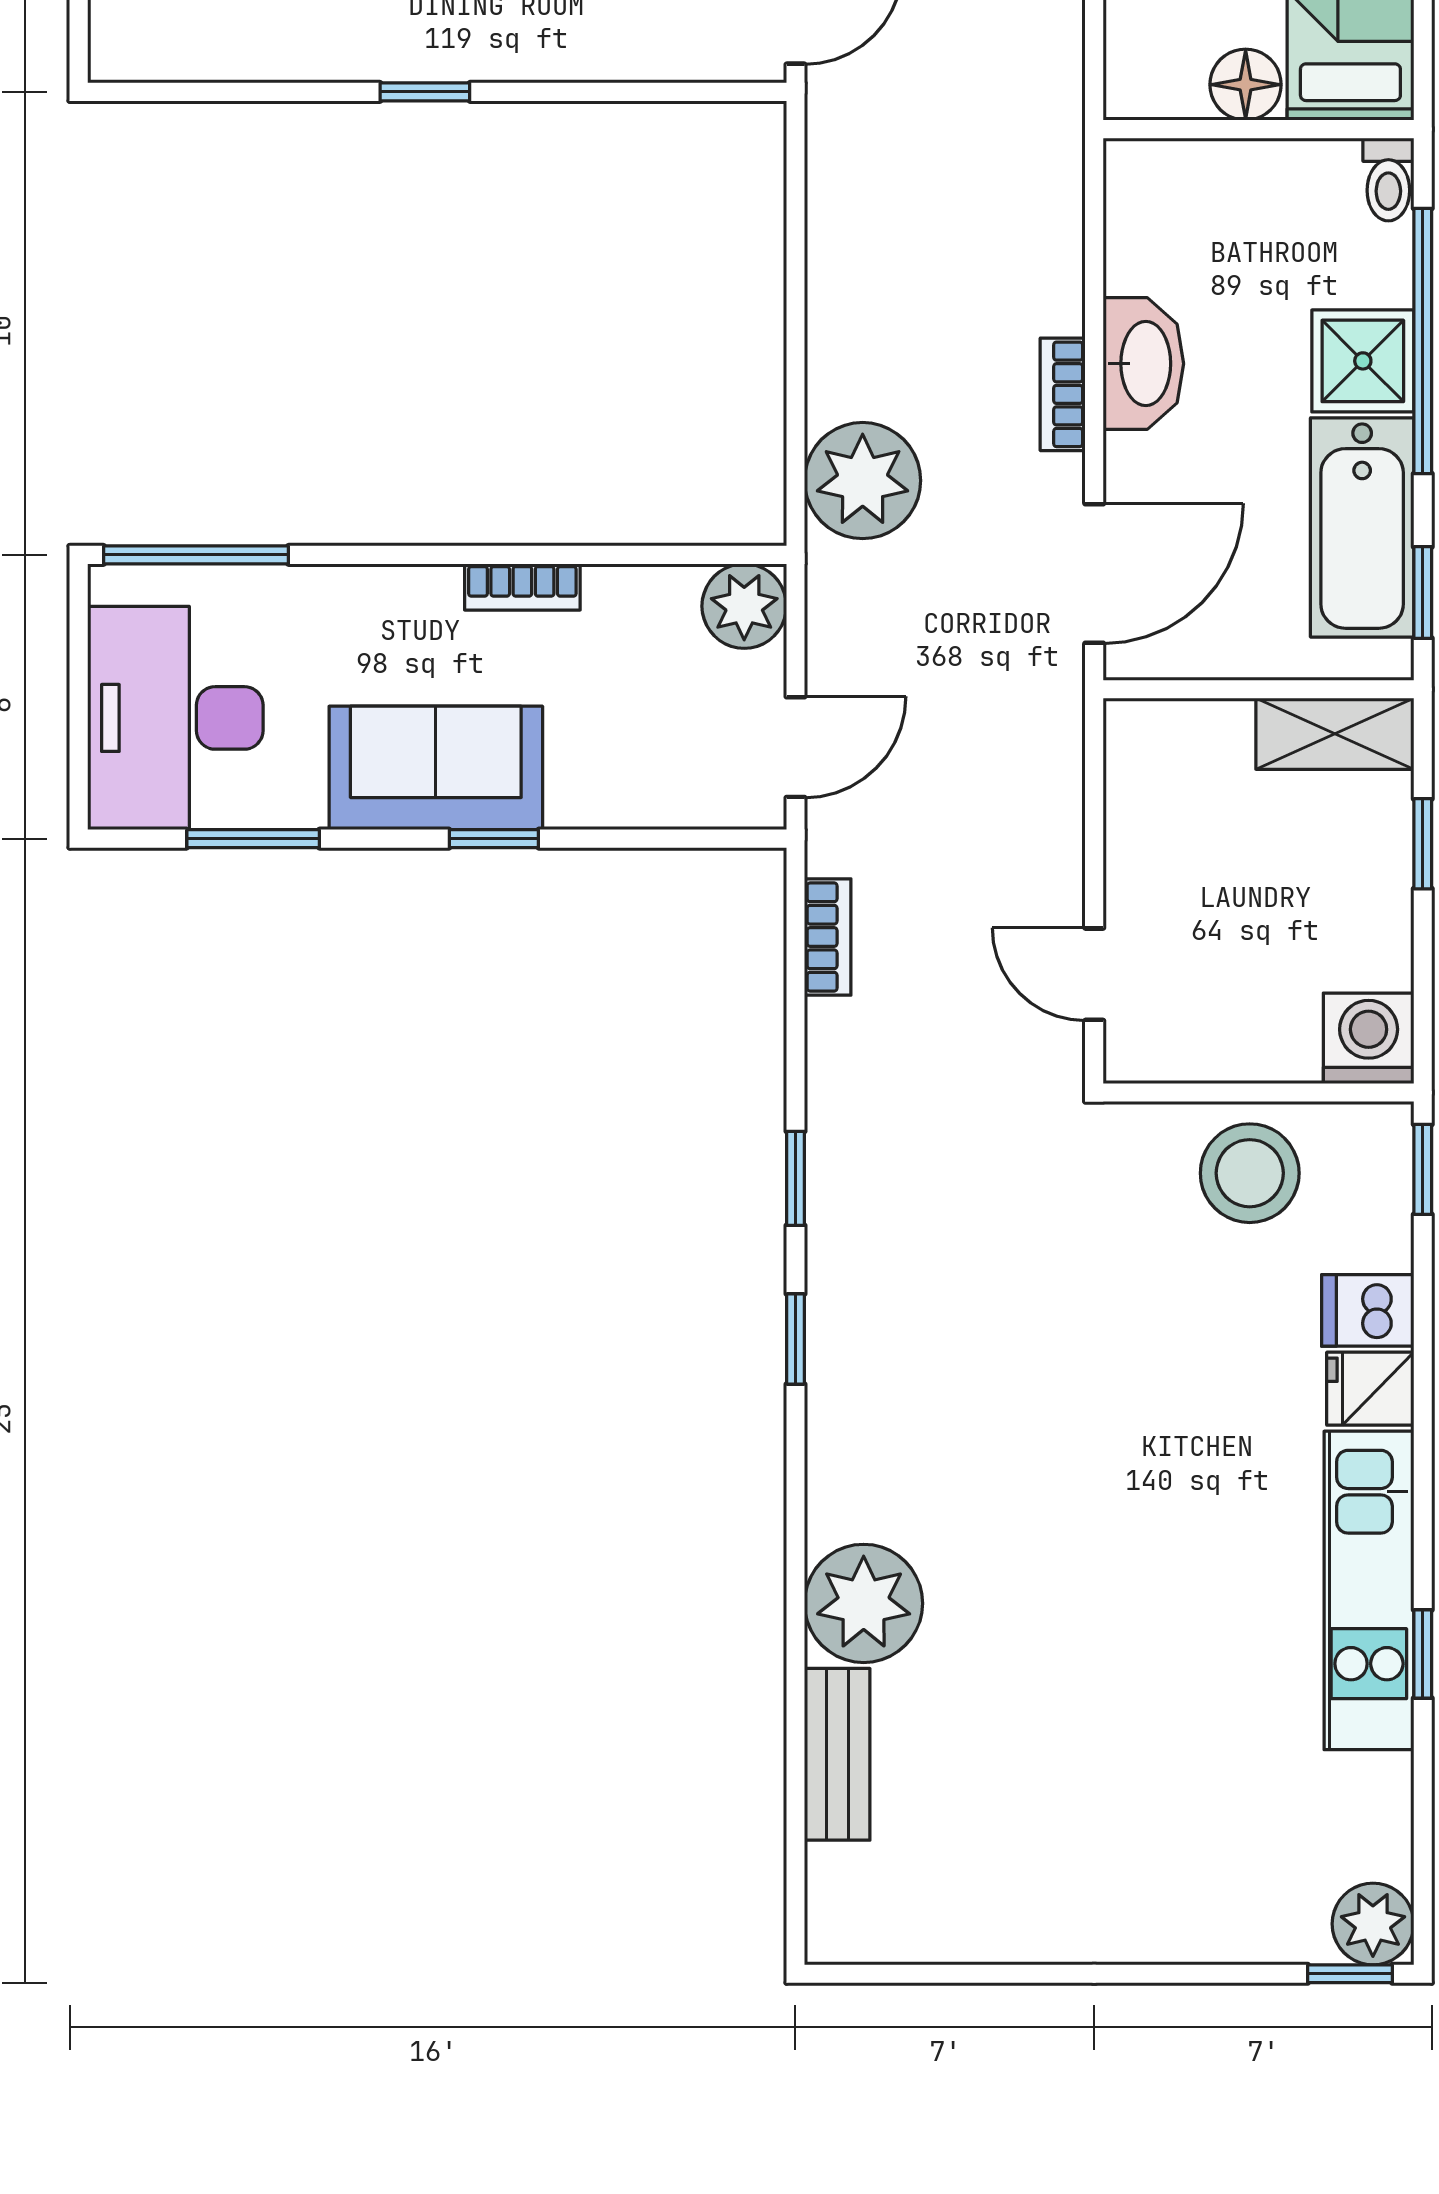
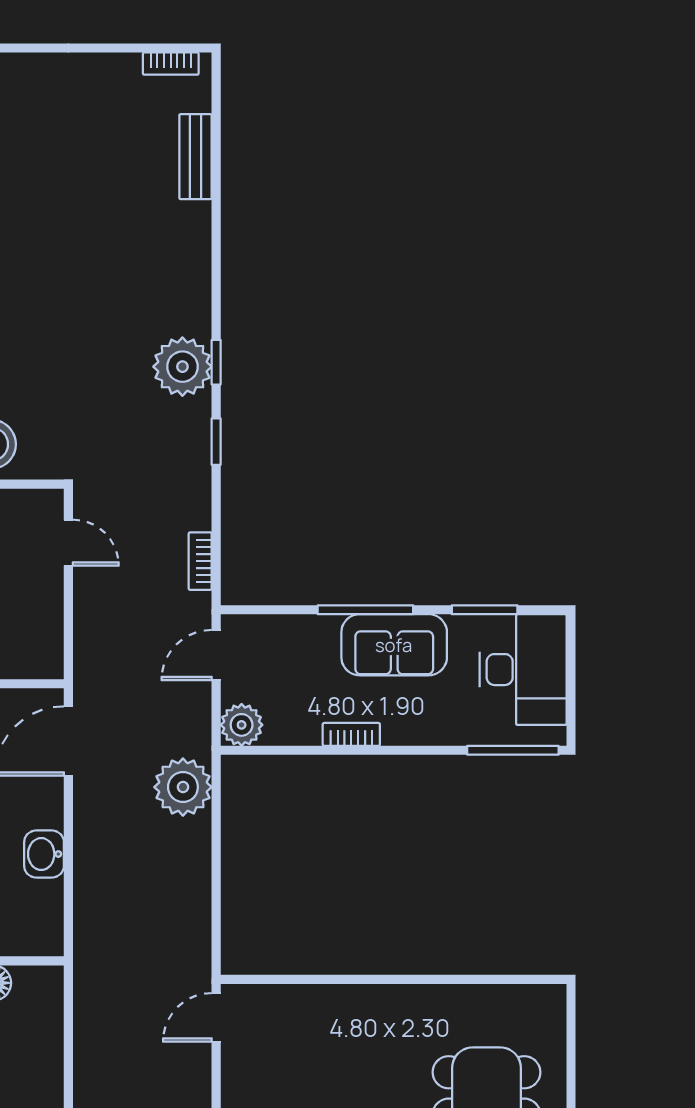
window: (425, 92) -> (400, 979), removed
washbasin: (1143, 364) -> (44, 854), width x0.72
bookcase: (1063, 394) -> (171, 64), moved, turned 90
window: (494, 839) -> (365, 610), width x2.17
plant: (864, 1603) -> (182, 367), moved

